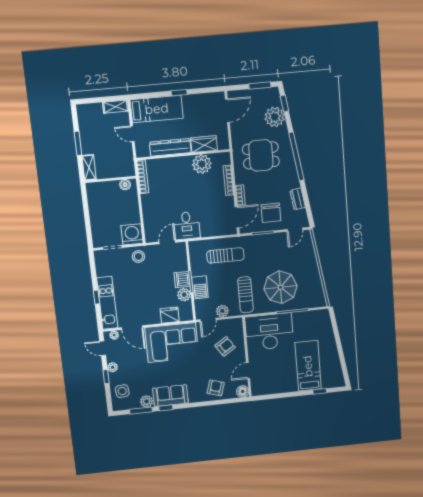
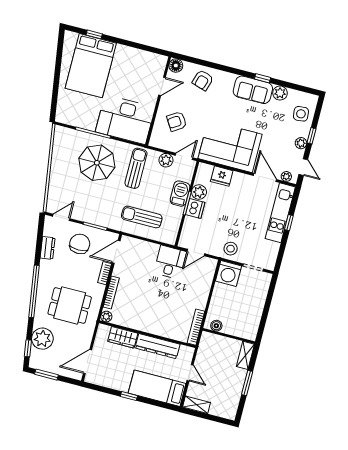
plant: (202, 164) -> (106, 317), moved, width x0.53, depth x0.53
bed: (308, 366) -> (91, 66), width x1.50
window: (141, 411) -> (289, 85), removed

